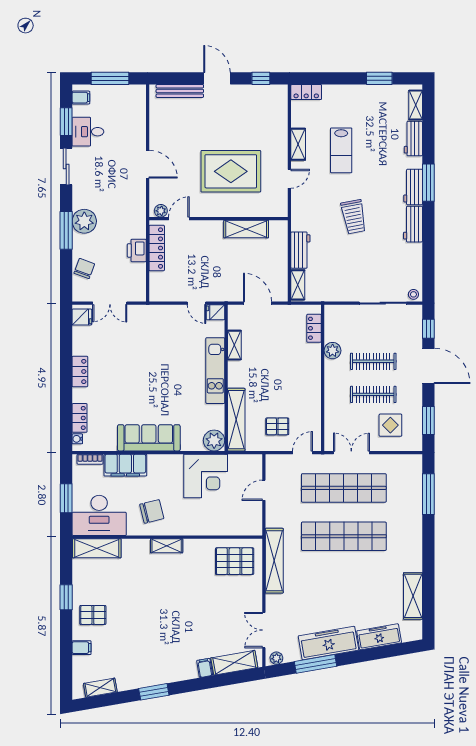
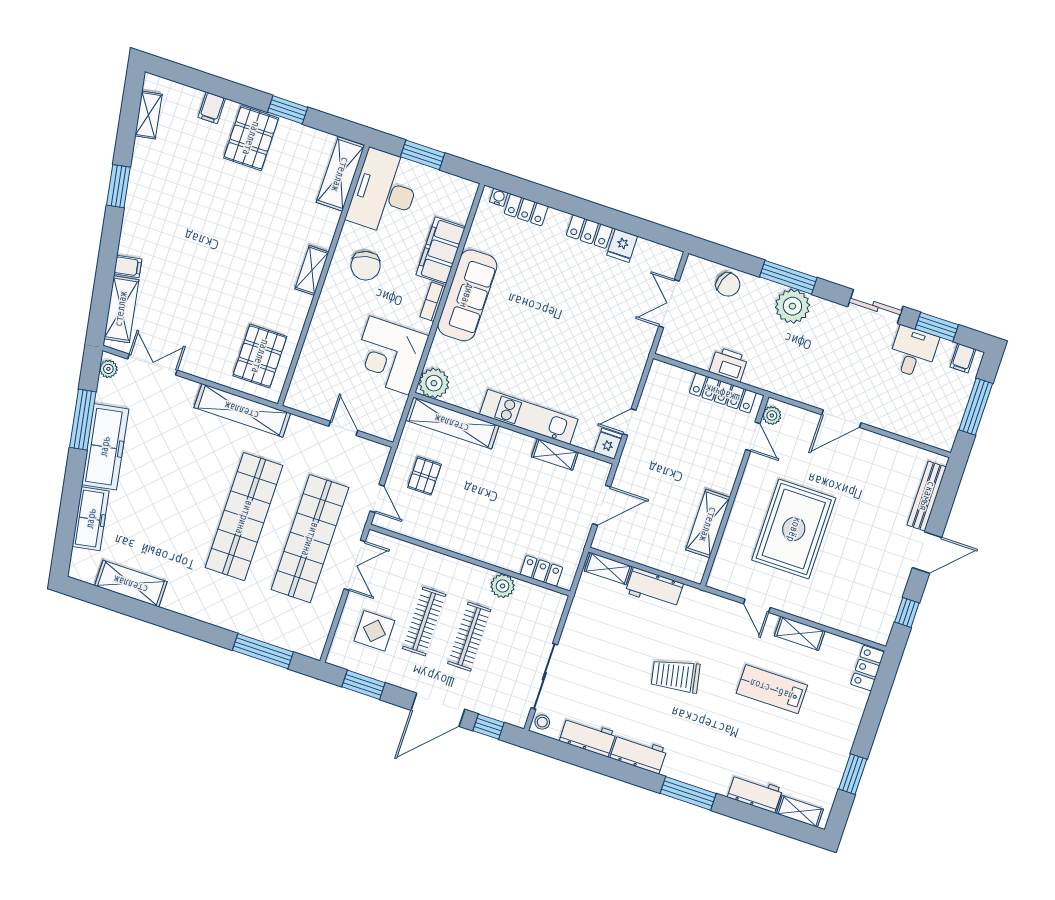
workbench: (413, 187) -> (588, 737), moved
fridge: (82, 317) -> (622, 246), moved
bookcase: (90, 459) -> (433, 302), moved
pallet: (93, 615) -> (251, 138), width x1.50, depth x1.42

